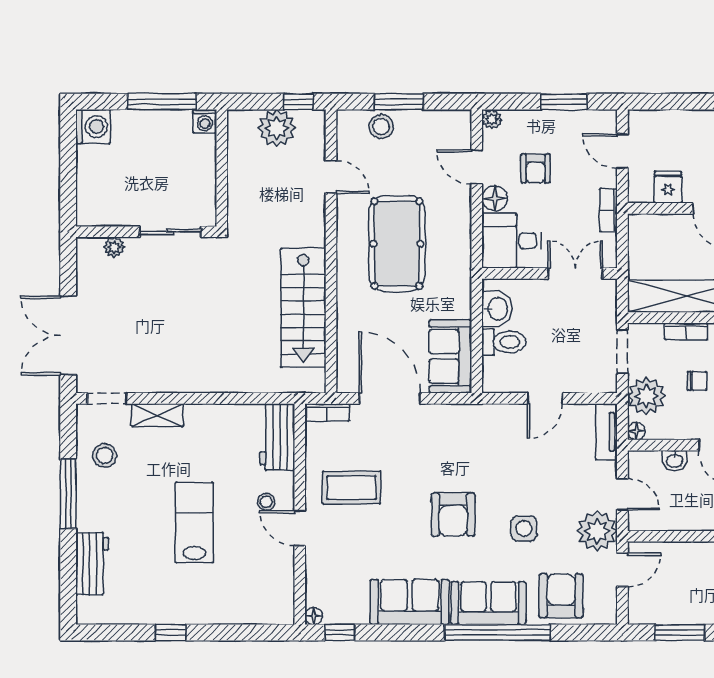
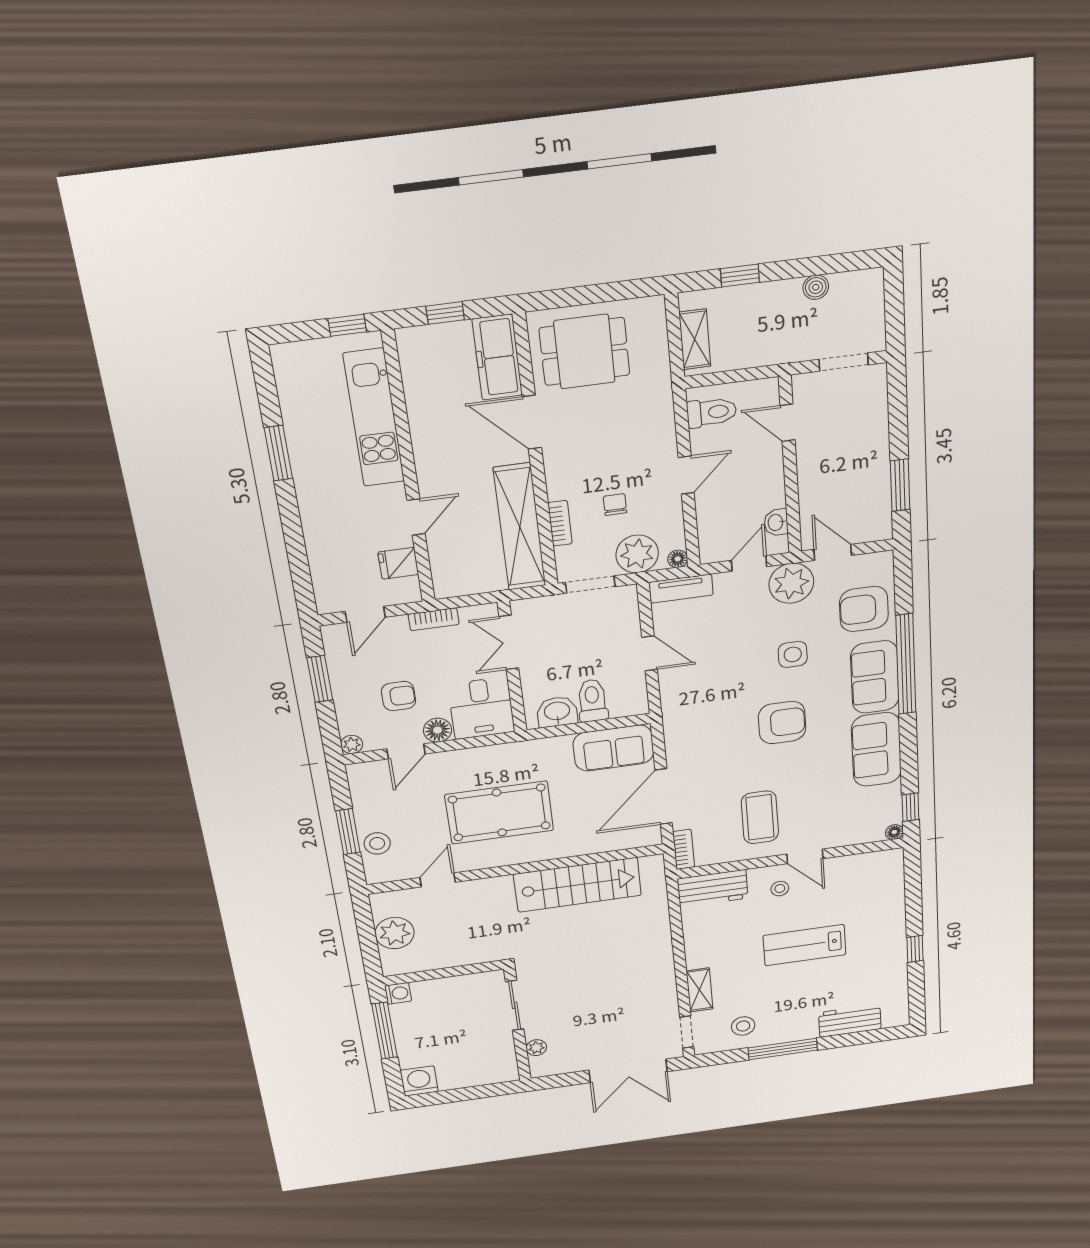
window: (298, 102) -> (364, 919), removed
washbasin: (675, 461) -> (776, 522), moved, turned 180
door: (300, 528) -> (805, 856), hinge flipped

